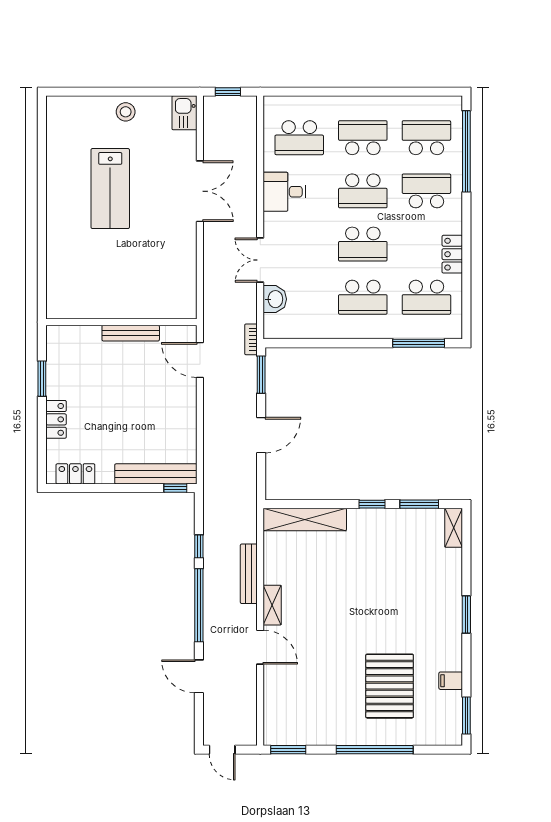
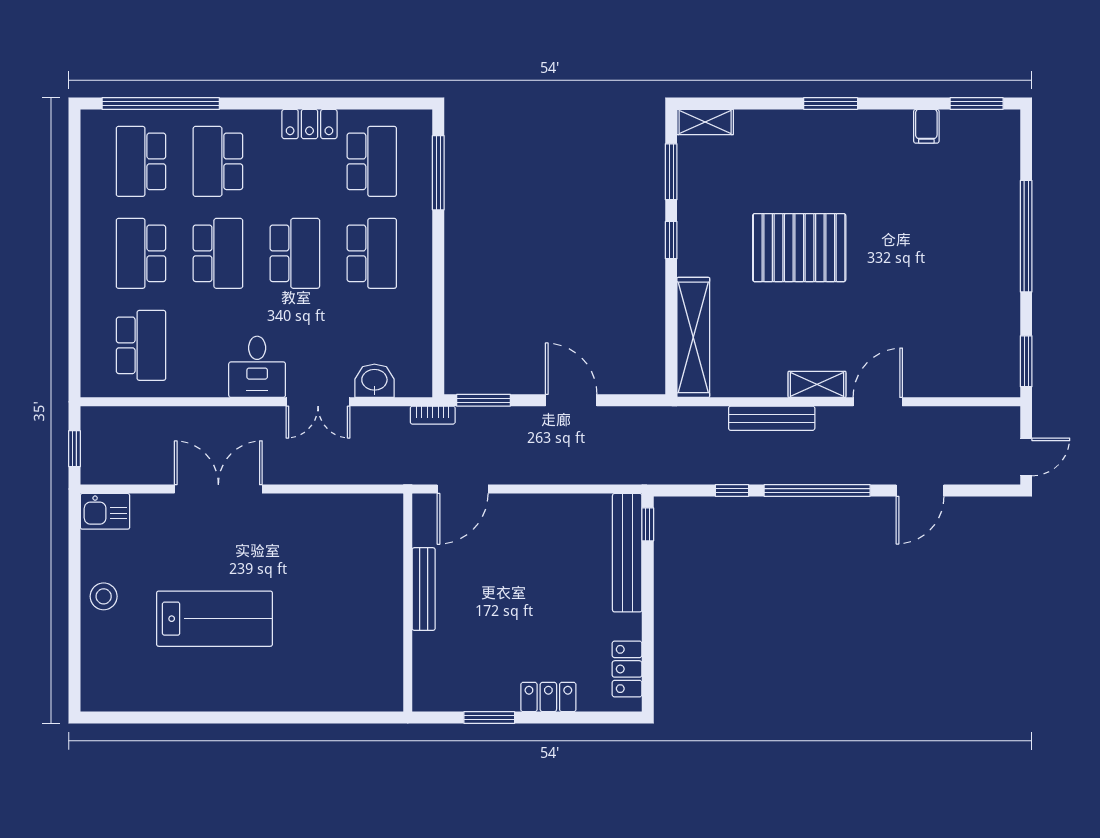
desk: (284, 192) -> (257, 367), moved
pallet: (390, 686) -> (799, 248), moved

